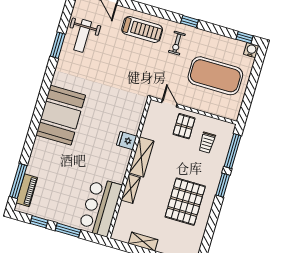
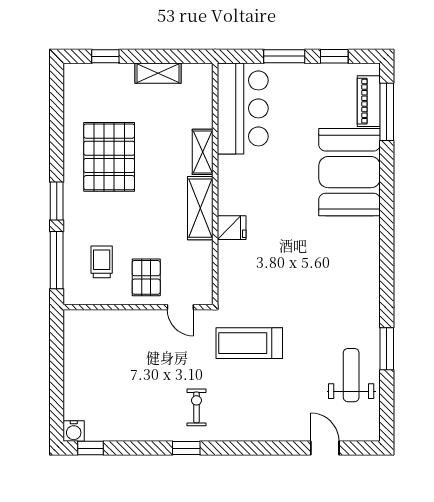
treadmill: (142, 29) -> (249, 343), moved
exercise mat: (215, 76) -> (119, 373), removed
booth: (61, 115) -> (350, 172), moved

